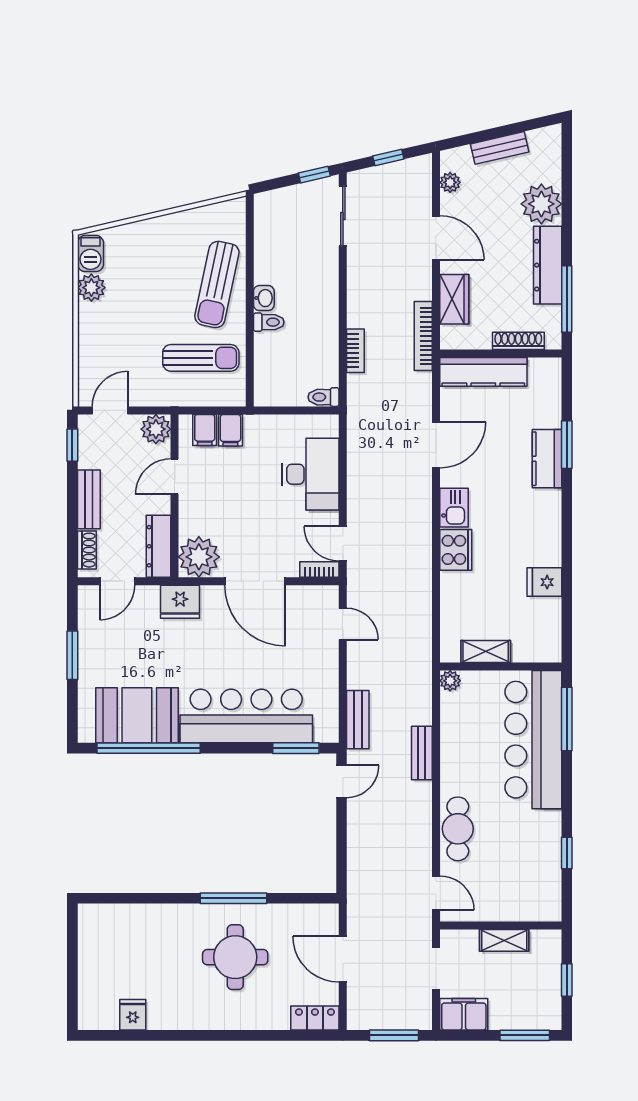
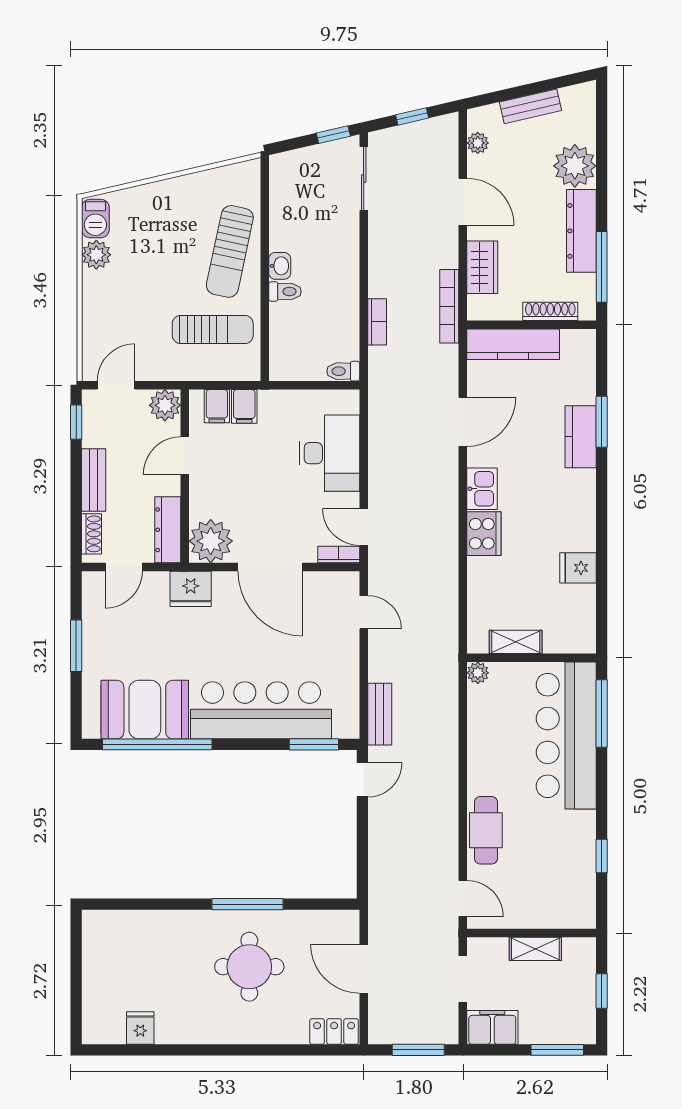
bench: (422, 753) -> (448, 750), removed

